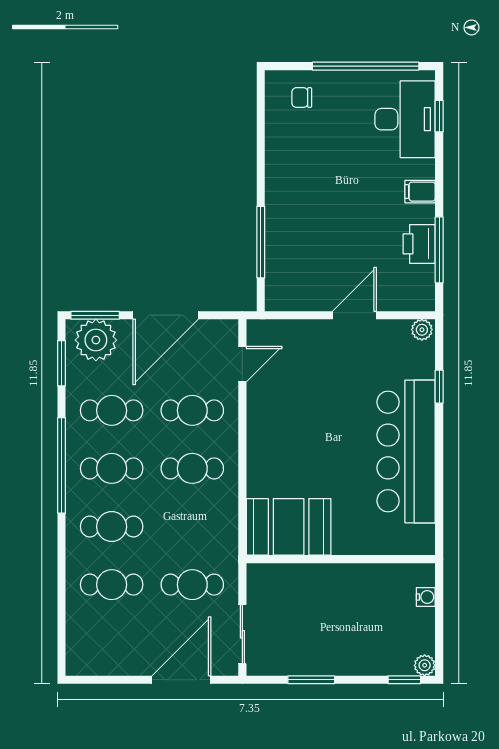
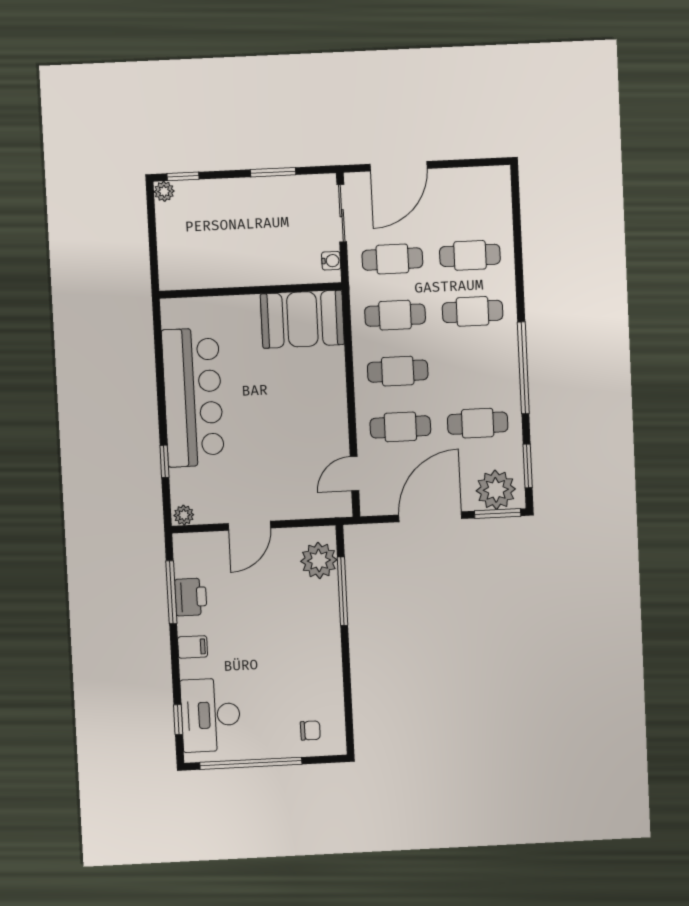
plant: (284, 275) -> (319, 560), added
cafe table: (112, 468) -> (395, 315), moved
water cooler: (426, 597) -> (331, 261), moved, turned 180

